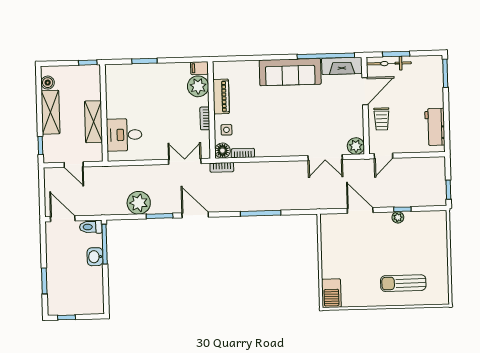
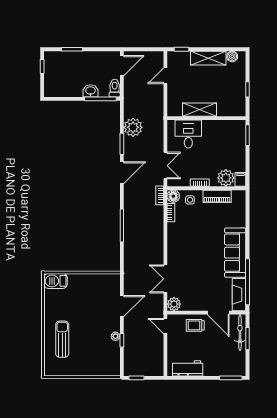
wall: (104, 113) -> (206, 118), moved
shelving: (94, 122) -> (200, 110), moved
desk: (124, 135) -> (188, 134), moved

